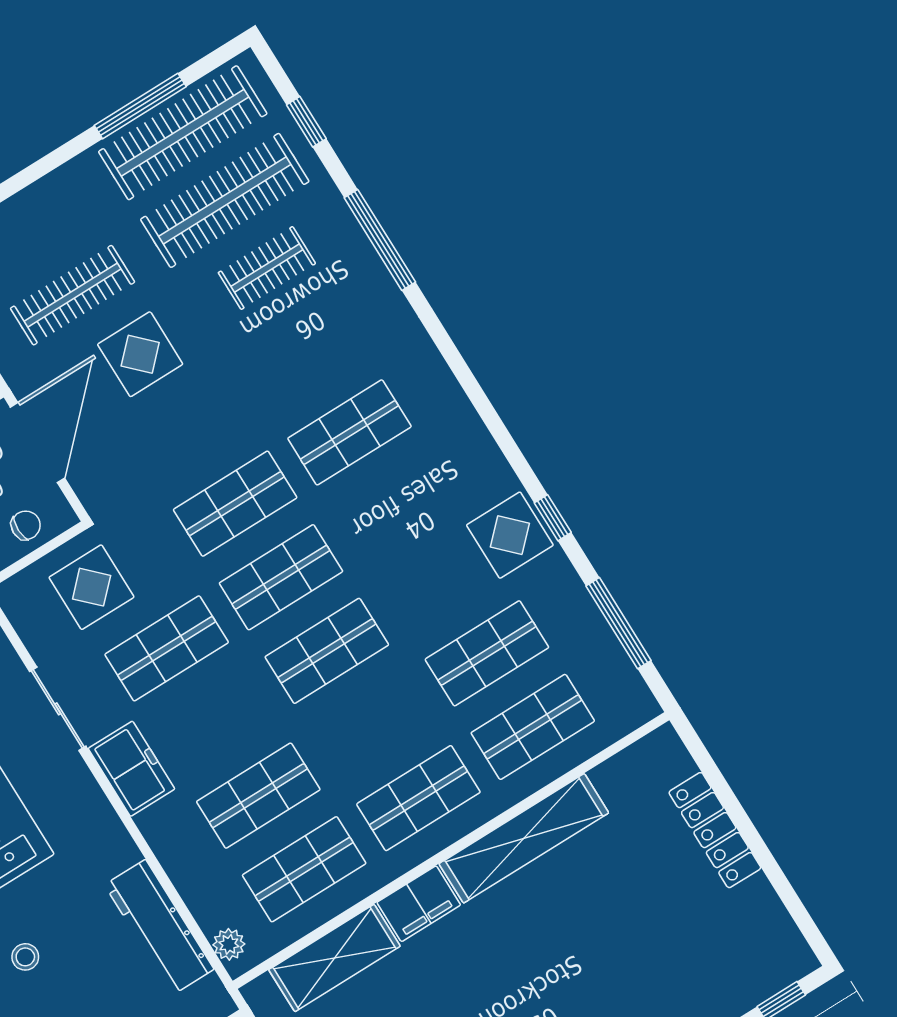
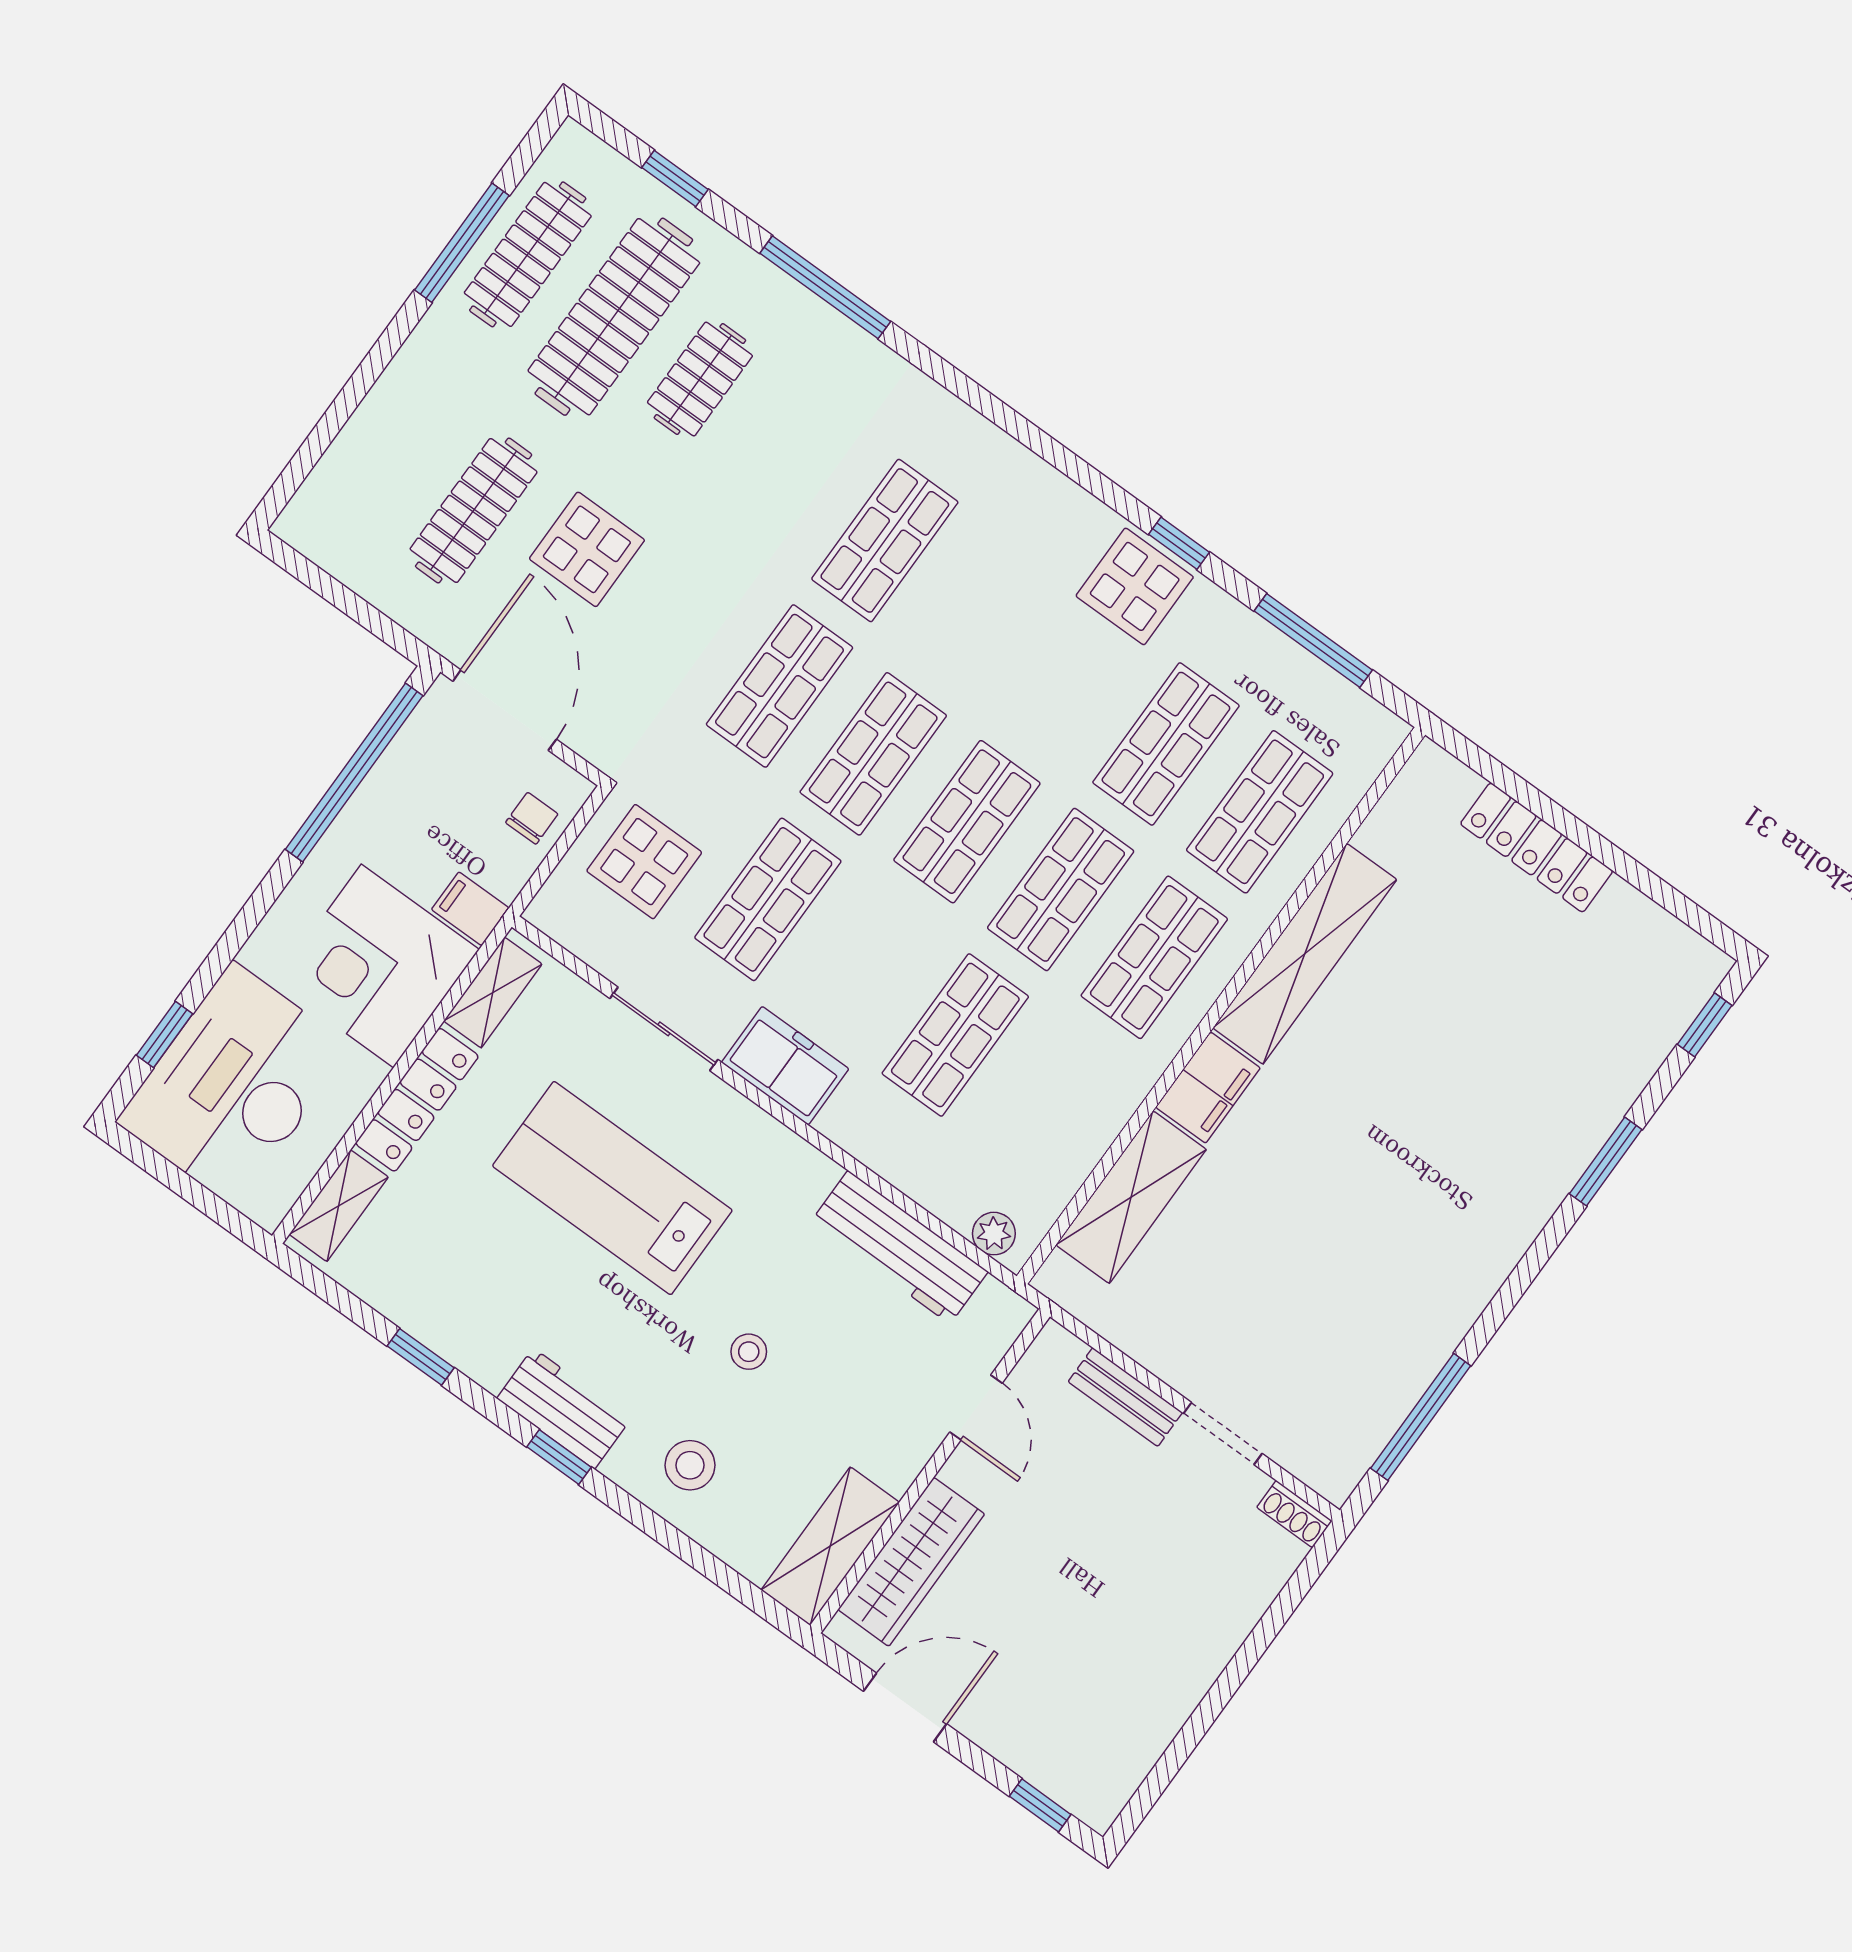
clothes rail: (183, 133) -> (528, 254), width x0.73, depth x0.76
shop shelf: (304, 869) -> (1061, 890), moved

